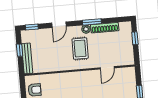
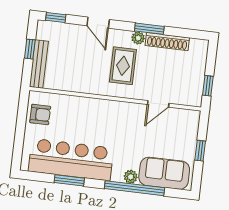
door: (59, 25) -> (98, 23), hinge flipped
window: (135, 38) -> (208, 86), moved

